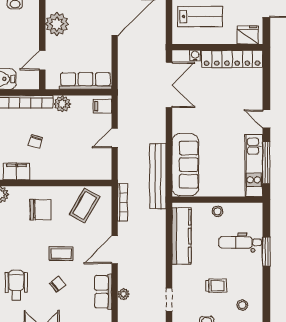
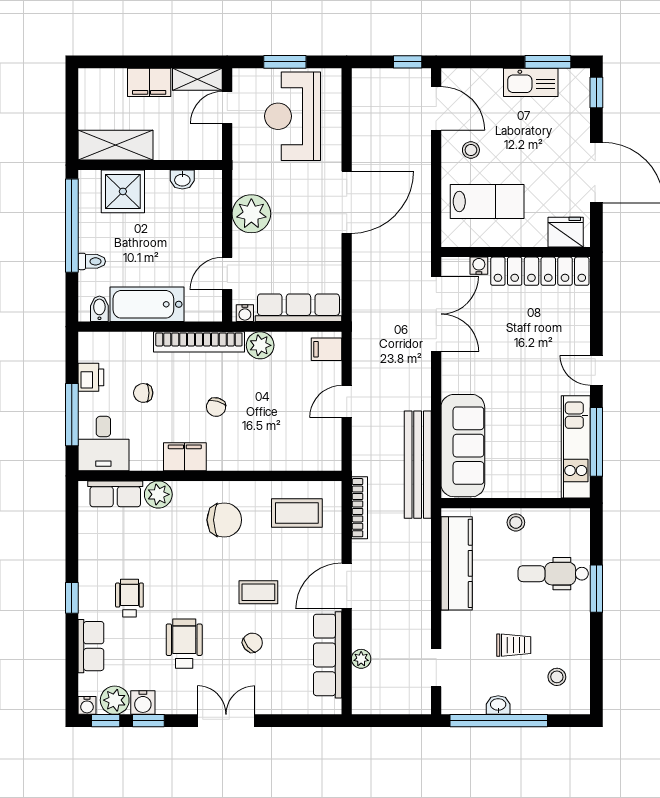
water cooler: (53, 84) -> (245, 313), added
coffee table: (85, 206) -> (297, 513), turned 60
row of seats: (103, 292) -> (328, 655), width x1.48

